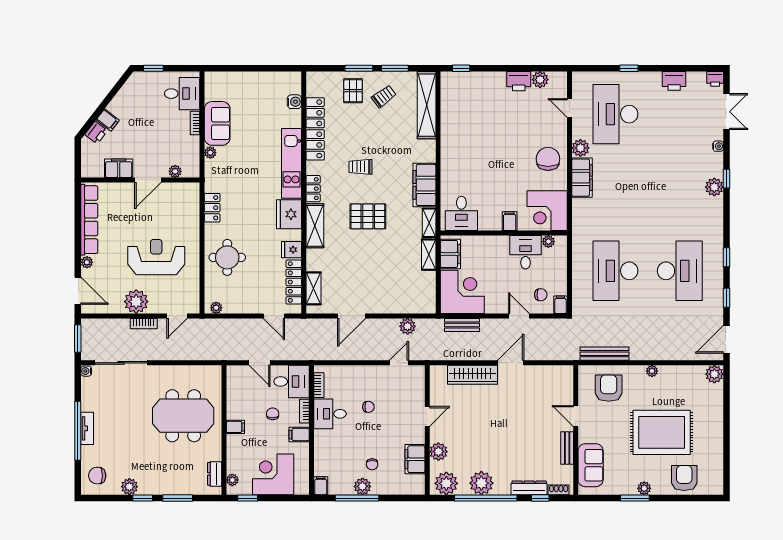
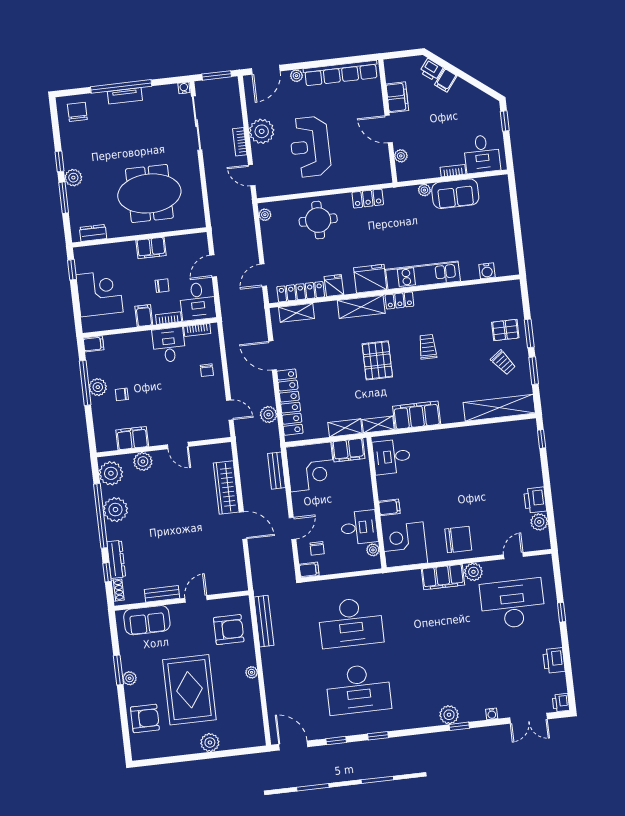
locker: (315, 129) -> (290, 402), moved, turned -90
reception desk: (156, 257) -> (310, 147), turned 180
desk: (615, 271) -> (351, 623), turned 180
plant: (714, 374) -> (210, 743), moved
chair: (368, 407) -> (207, 370), moved
meeting table: (183, 416) -> (149, 193), turned 90
filing cabinet: (235, 427) -> (151, 248), width x2.00
plant: (232, 480) -> (89, 252), removed
plant: (129, 487) -> (73, 178), moved

